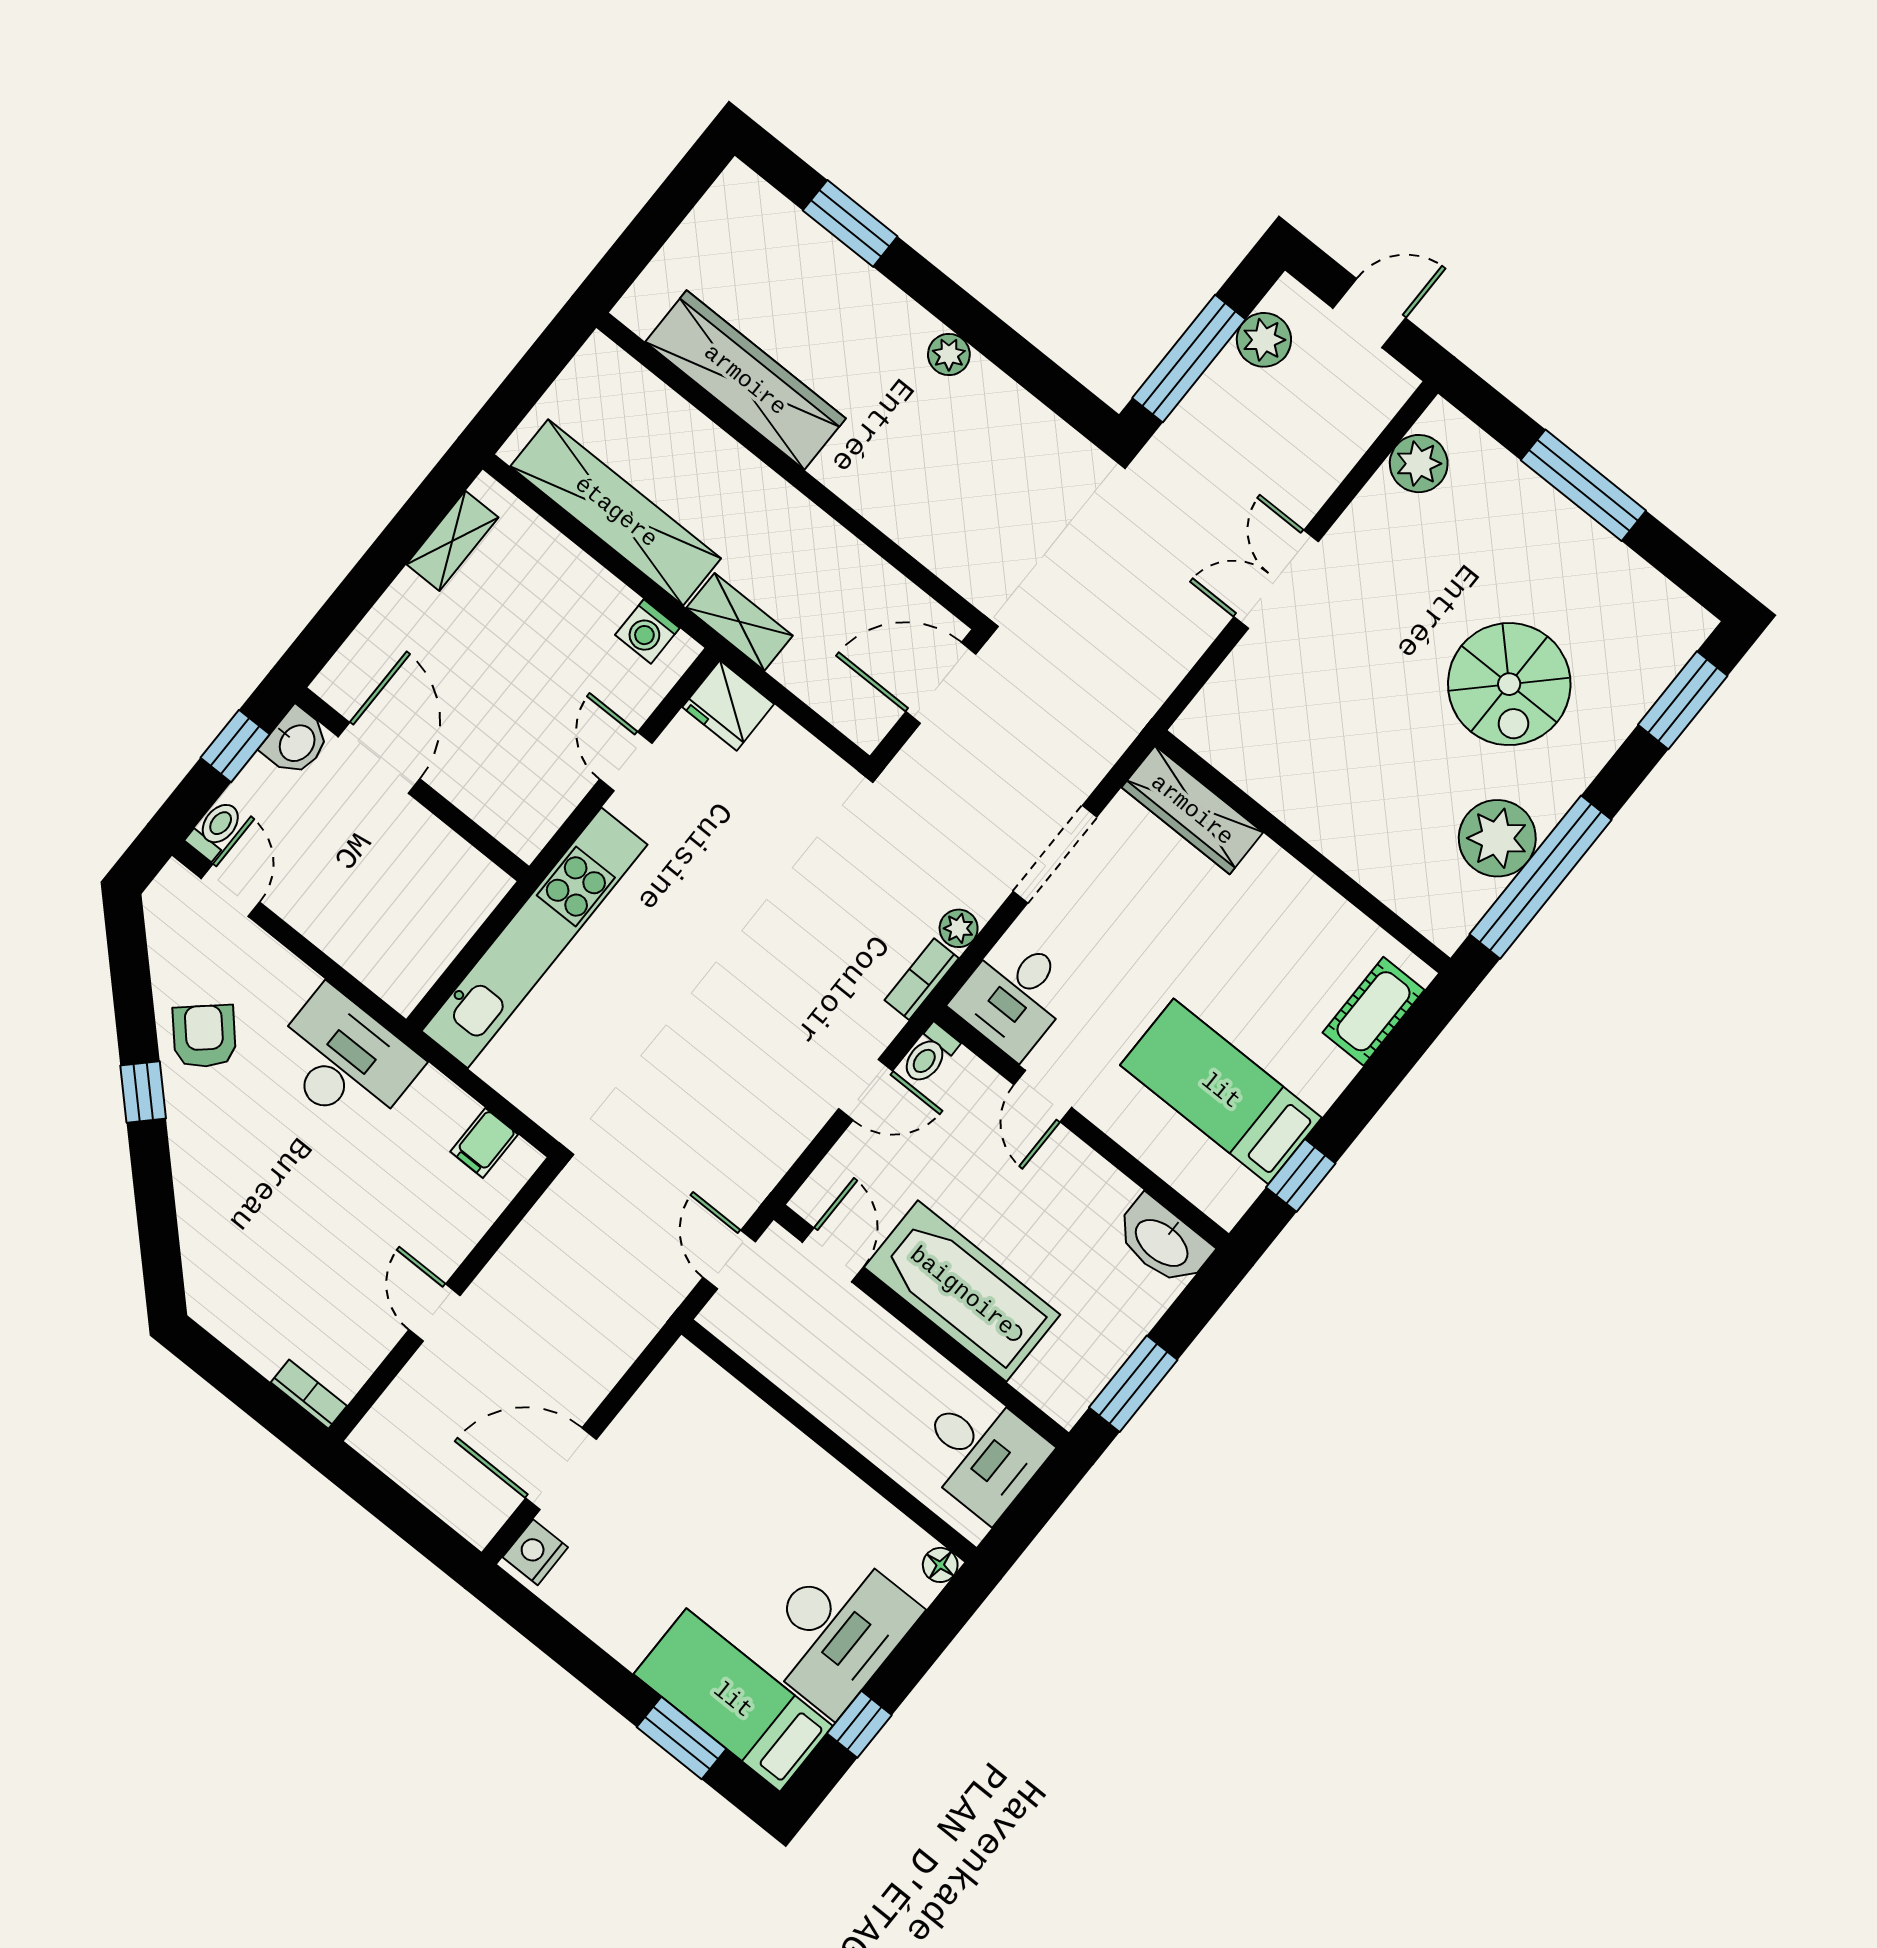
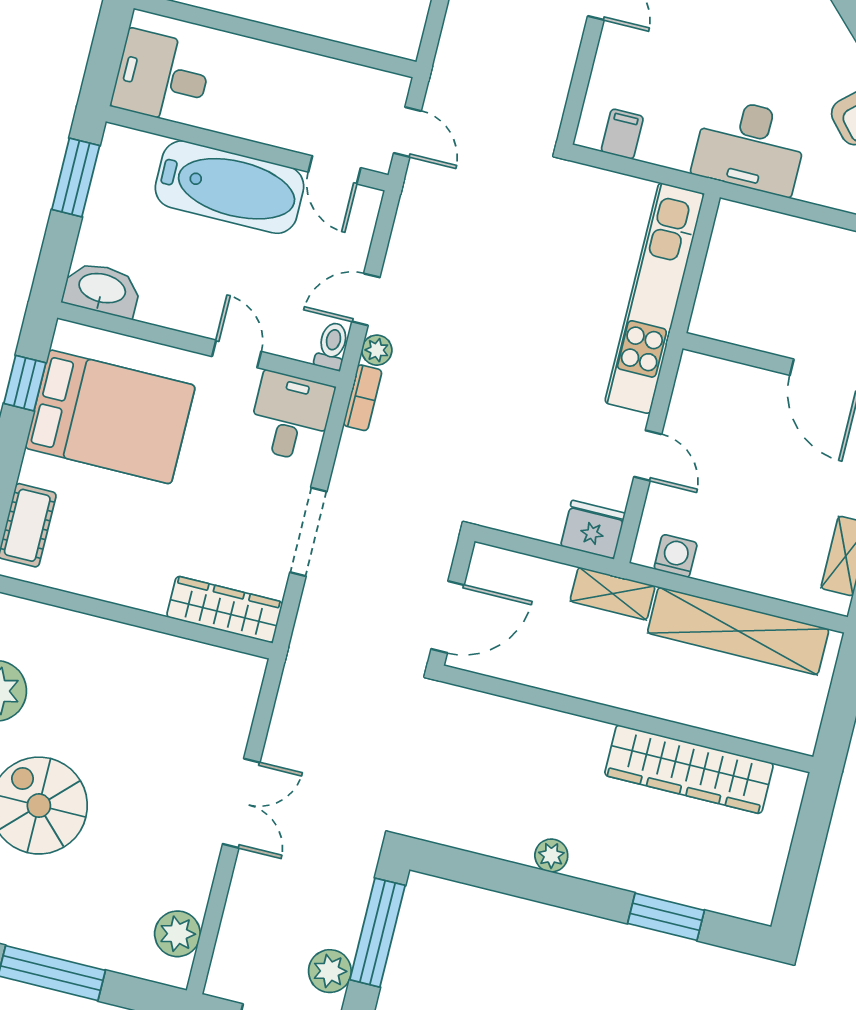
plant: (959, 928) -> (377, 350), moved
bed: (1221, 1091) -> (110, 417), width x1.50

